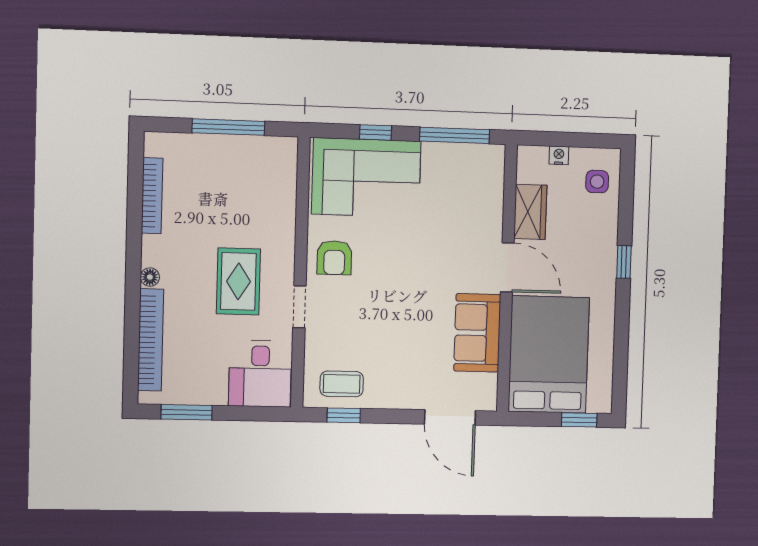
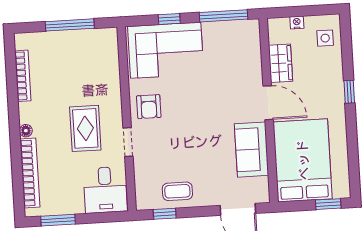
coffee table: (342, 384) -> (177, 191), moved

